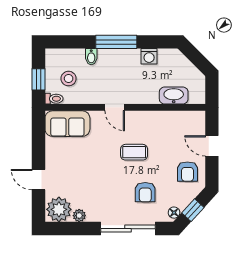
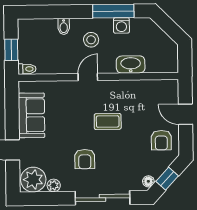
window: (116, 42) -> (113, 11), moved
stool: (69, 79) -> (91, 40), moved
washbasin: (174, 95) -> (131, 64), moved
door: (115, 107) -> (88, 77), swing flipped
sofa: (67, 124) -> (32, 115), moved, turned -90
armchair: (145, 192) -> (85, 159), moved

